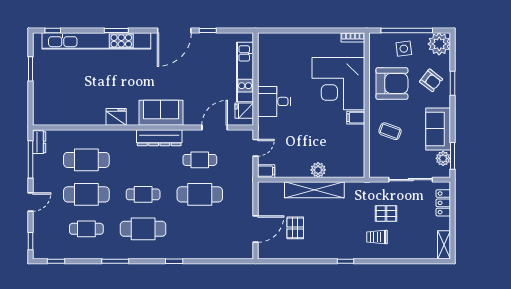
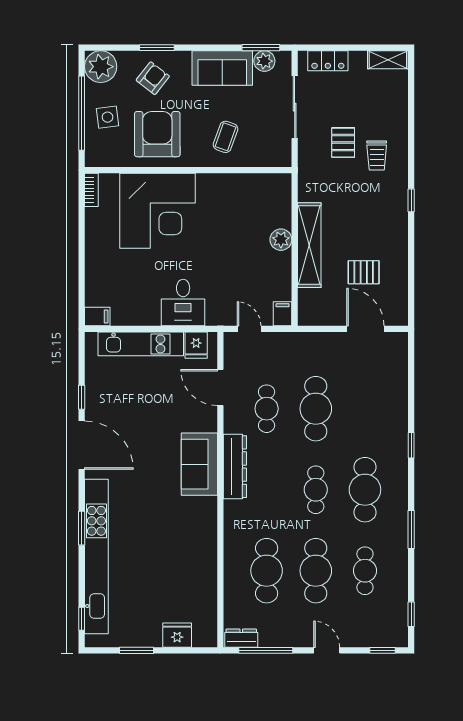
fridge: (116, 117) -> (177, 635), moved, turned 90
filing cabinet: (356, 118) -> (97, 316), moved, turned -90

